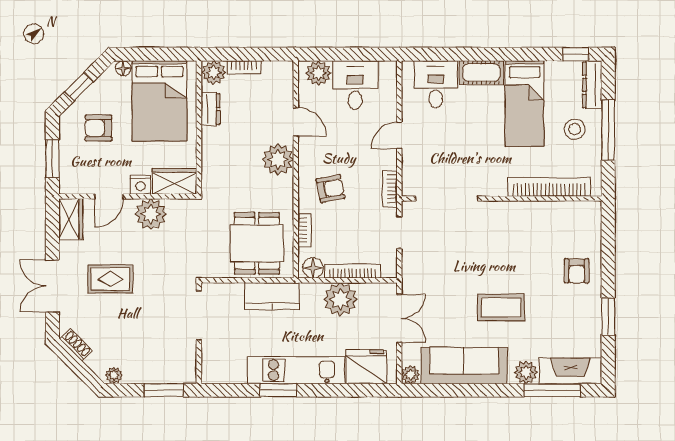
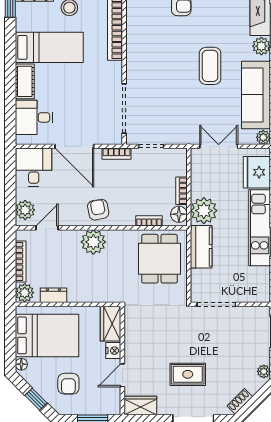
bookcase: (244, 67) -> (21, 262), width x1.56
desk: (355, 85) -> (34, 167), moved, turned 90
door: (296, 122) -> (47, 228), moved
door: (399, 135) -> (74, 146), width x1.88
armchair: (330, 189) -> (98, 210), moved
door: (109, 196) -> (122, 375), swing flipped
plant: (151, 214) -> (136, 342), removed
dining table: (257, 243) -> (160, 259), turned 90
bookcase: (353, 271) -> (182, 191), width x0.64
rug: (110, 279) -> (188, 374), turned 90
plant: (341, 299) -> (204, 211), moved

